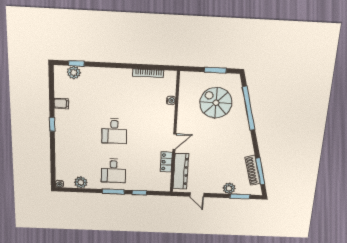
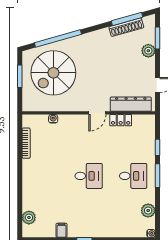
window: (76, 63) -> (20, 215), removed
spiral stairs: (216, 103) -> (53, 73), width x1.37, depth x1.37
door: (174, 141) -> (97, 113), swing flipped

